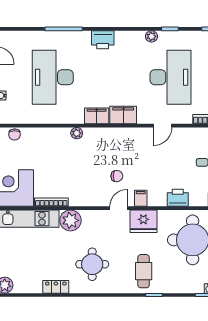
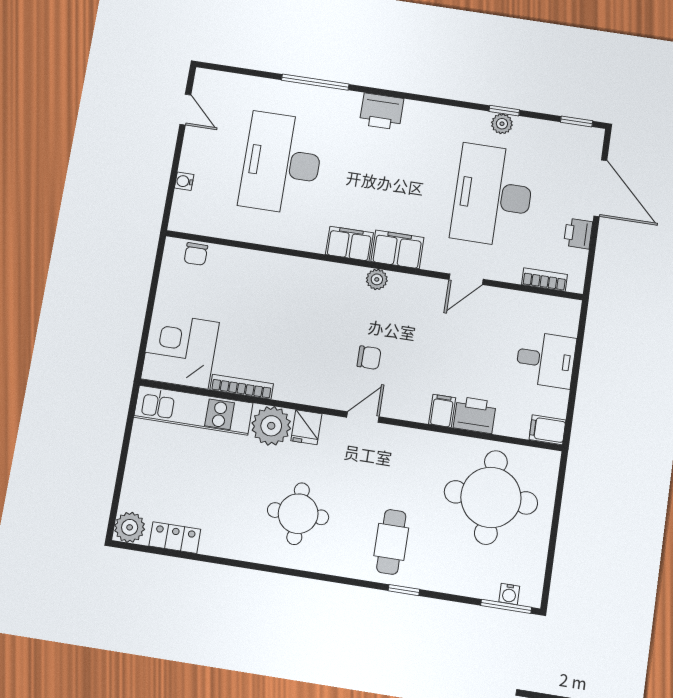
plant: (151, 36) -> (502, 124), moved
desk: (170, 77) -> (493, 195), turned 180
plant: (77, 133) -> (377, 279), moved
filing cabinet: (141, 198) -> (442, 411), moved
fridge: (143, 221) -> (306, 427), moved, width x0.53, depth x0.75
locker: (56, 287) -> (175, 538), moved

